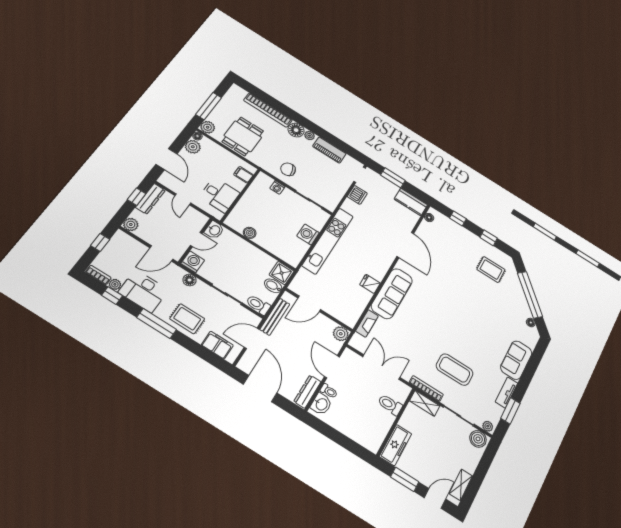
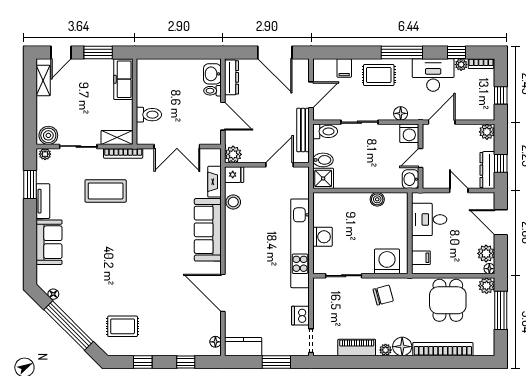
washing machine: (277, 187) -> (387, 261), width x1.89, depth x1.89
fridge: (370, 284) -> (234, 175), moved
stool: (361, 300) -> (233, 202), added
filing cabinet: (217, 345) -> (344, 68), width x0.50

